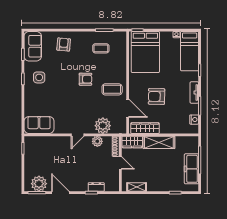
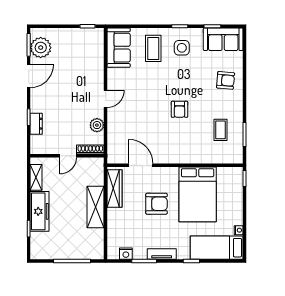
bed: (145, 52) -> (198, 194), moved, turned -90
coffee table: (112, 89) -> (153, 48), moved
armchair: (157, 96) -> (156, 204), turned 89
door: (128, 108) -> (141, 165), swing flipped
plant: (103, 126) -> (118, 132), removed
door: (78, 135) -> (106, 99), swing flipped
wardrobe: (132, 142) -> (96, 171), removed
freezer: (191, 169) -> (40, 211), moved, turned 90

